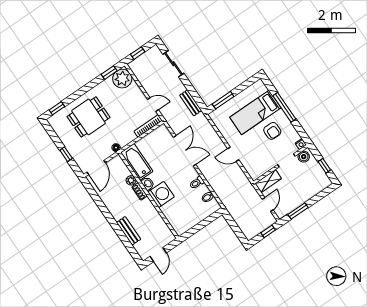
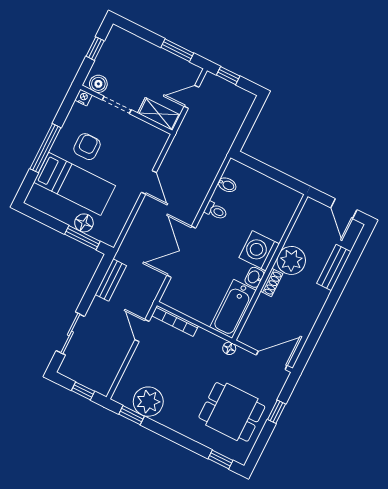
plant: (122, 79) -> (148, 402), moved
floor lamp: (231, 106) -> (84, 223), added
dining table: (89, 117) -> (232, 412), moved
plant: (131, 180) -> (291, 260), moved, width x1.88, depth x1.88
door: (158, 255) -> (344, 209), swing flipped

